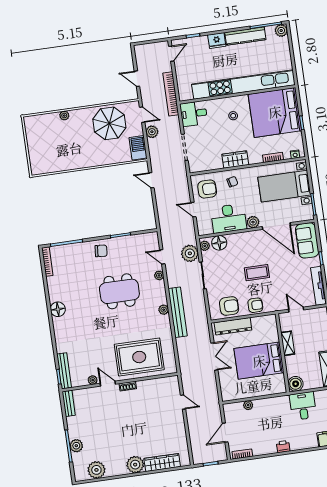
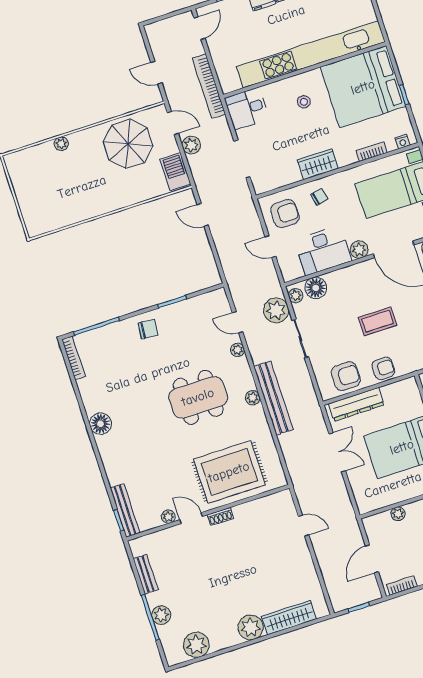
dining table: (119, 291) -> (198, 397), moved
bench: (69, 403) -> (146, 574), moved

